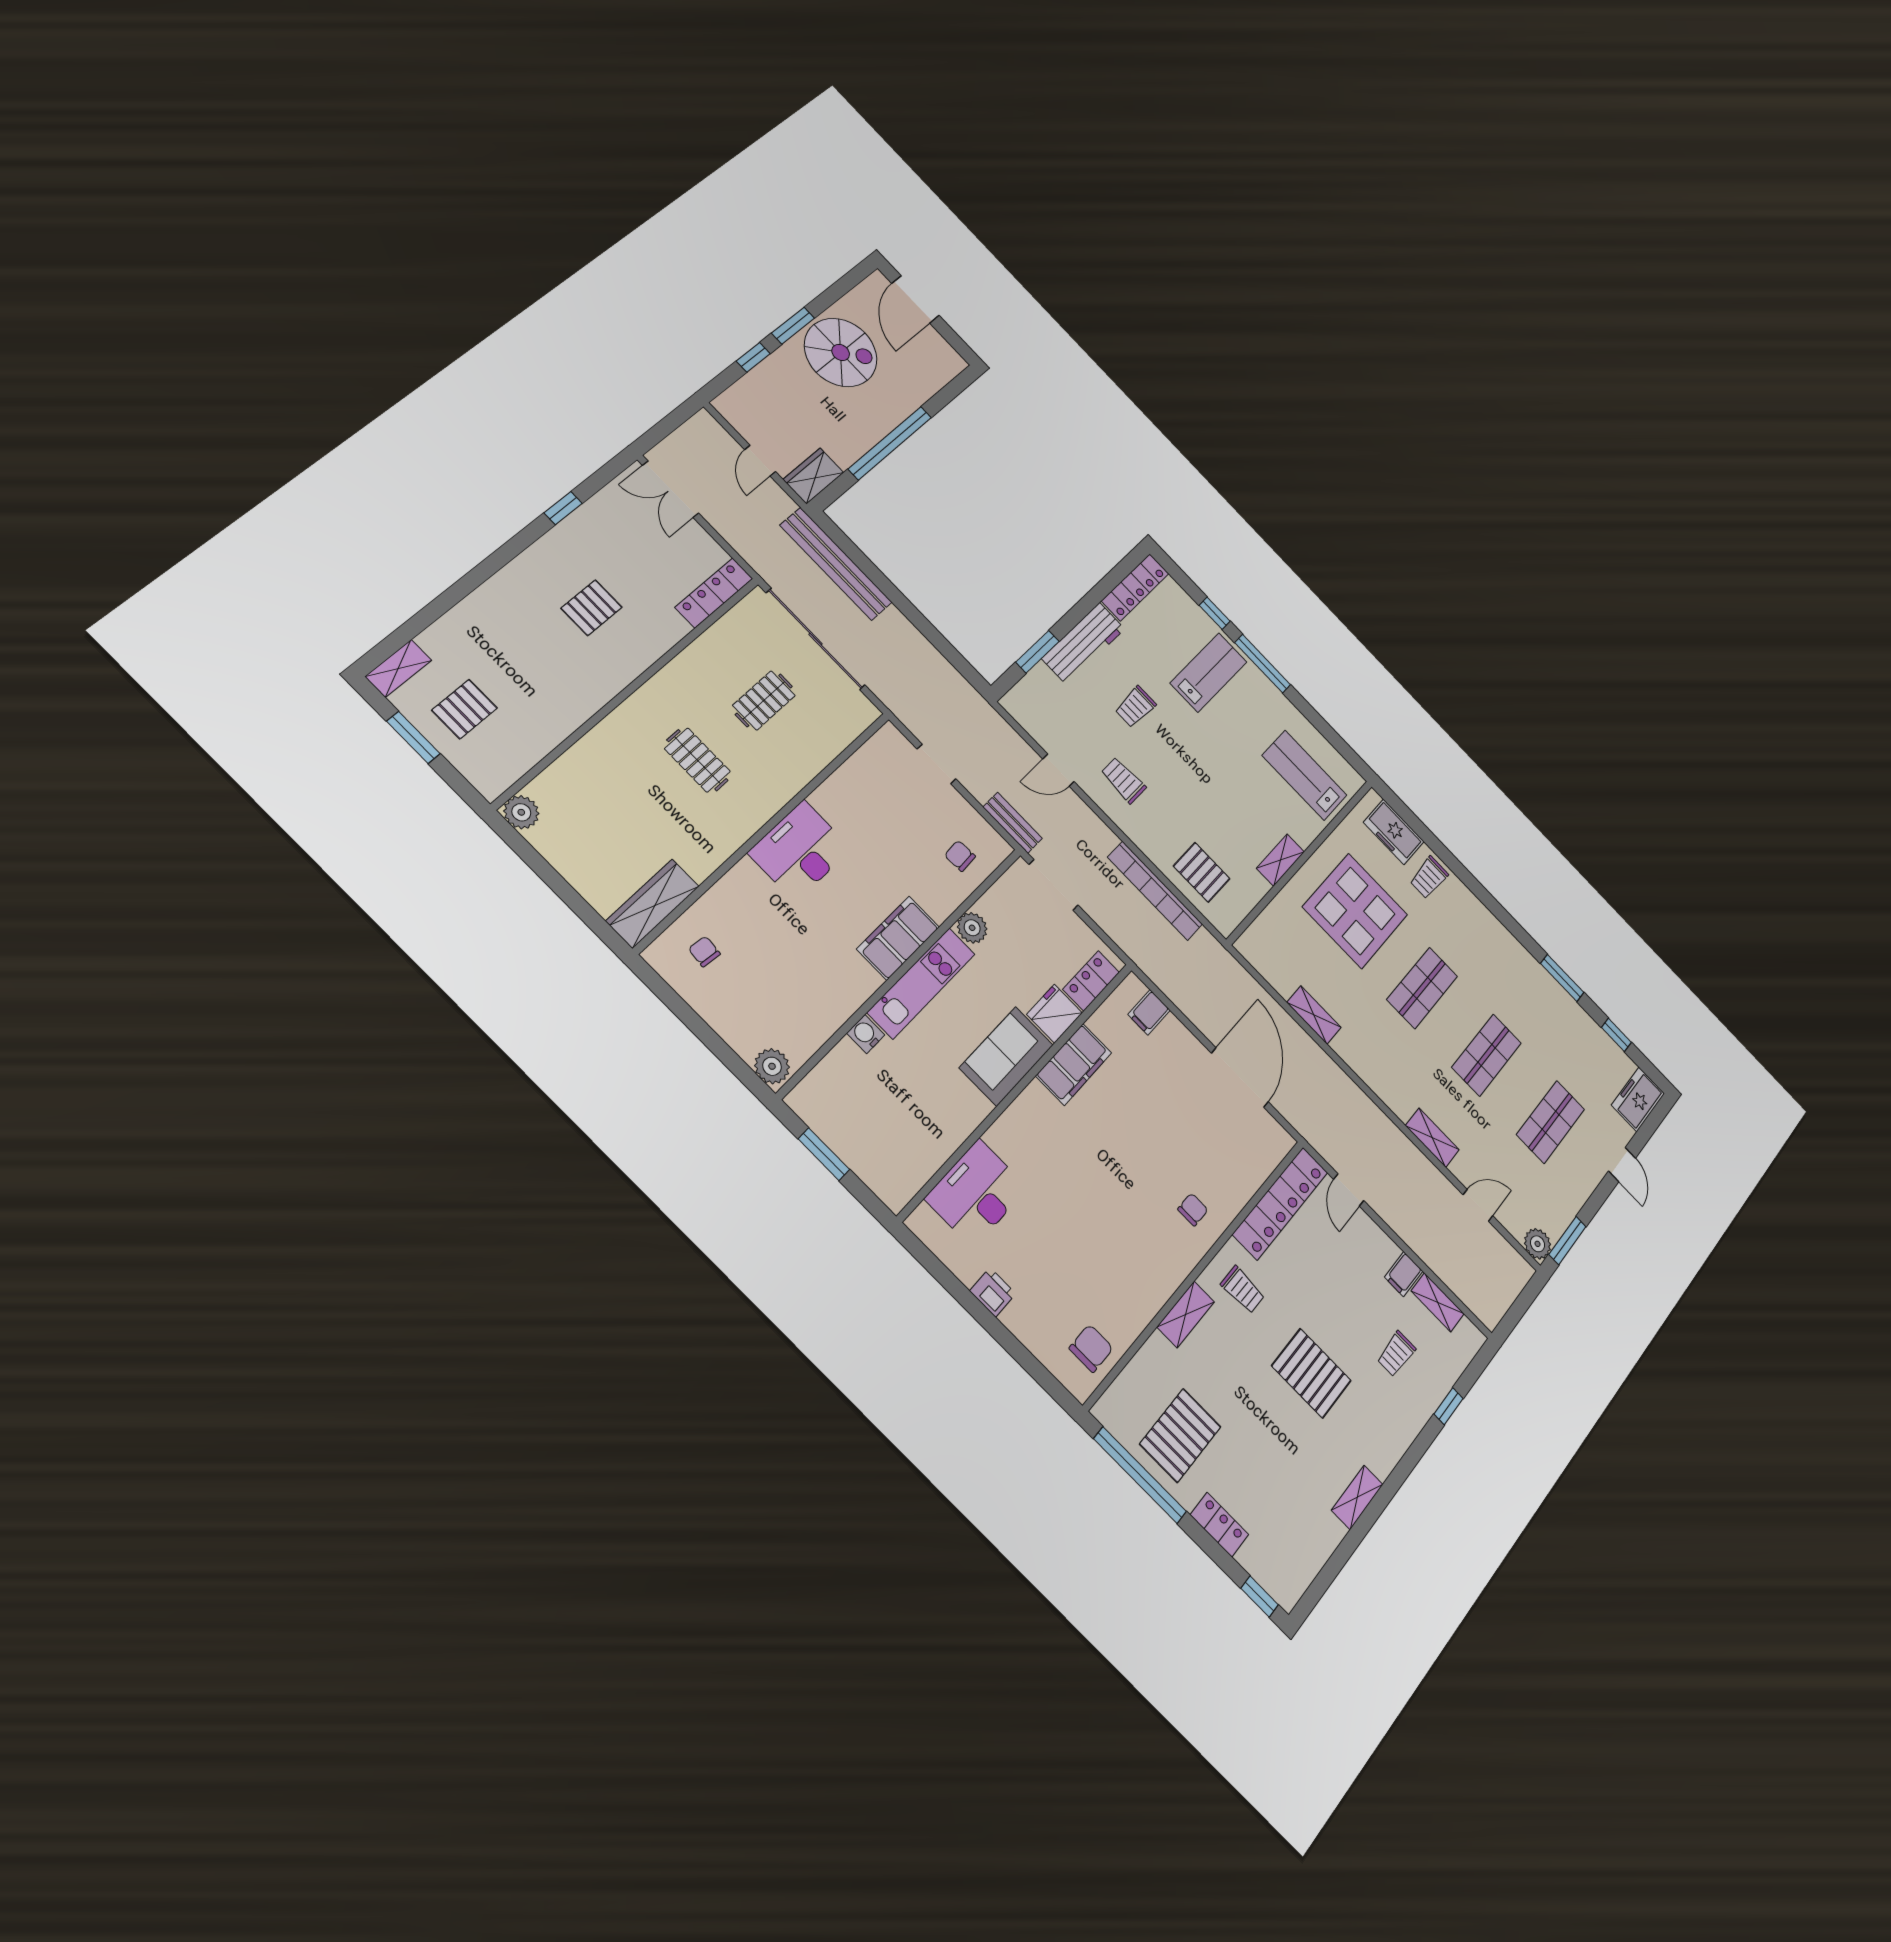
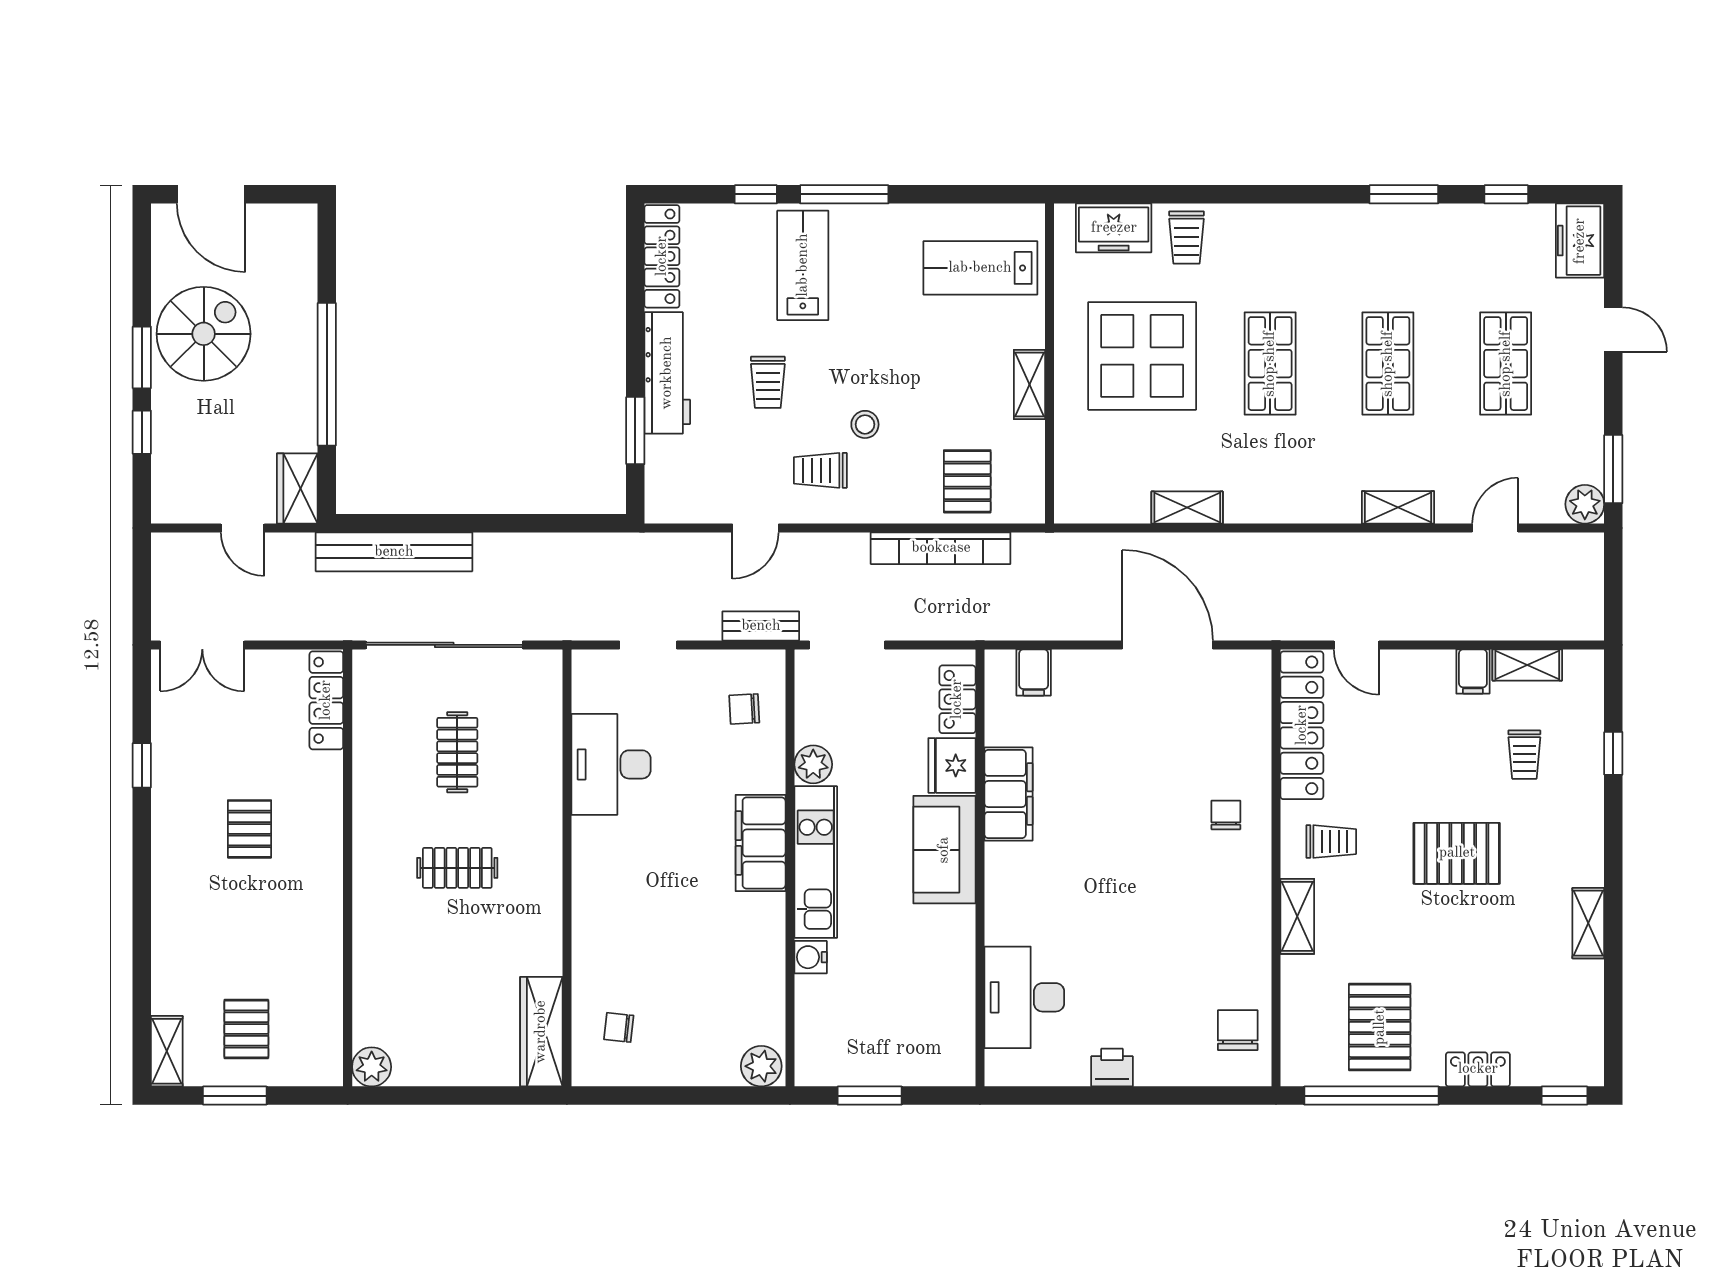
stool: (1170, 784) -> (865, 424), added
desk: (800, 851) -> (611, 764), moved
pallet: (1202, 872) -> (967, 481), turned 90

